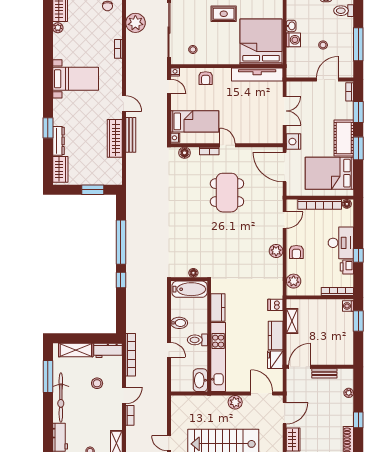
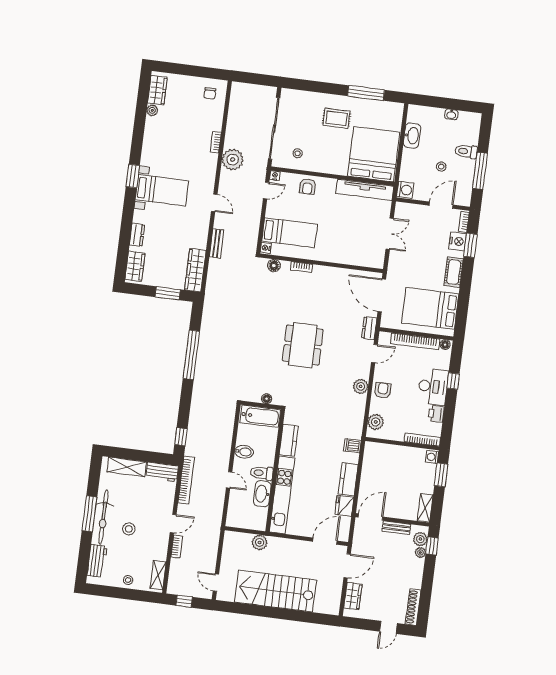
toilet: (344, 11) -> (466, 151), moved
plant: (135, 23) -> (233, 160), moved
washbasin: (291, 26) -> (412, 136), width x1.91, depth x1.45
washing machine: (293, 40) -> (405, 190), moved
bed with nightstands: (76, 79) -> (162, 190), moved
door: (169, 87) -> (266, 191), hinge flipped
window: (48, 128) -> (133, 176), moved
bench: (131, 135) -> (217, 243), width x0.73
wardrobe: (115, 138) -> (195, 270), moved
cot: (344, 138) -> (454, 272), width x0.73, depth x0.75
dresser: (58, 141) -> (137, 235), width x0.70
nightstand: (294, 142) -> (458, 241), moved, turned 180
door: (227, 145) -> (322, 263), removed
window: (358, 148) -> (465, 285), removed
dining table: (227, 193) -> (303, 345), moved
dresser: (277, 198) -> (369, 328), added
armchair: (296, 252) -> (383, 390), turned 180
window: (358, 255) -> (453, 381), moved
window: (121, 280) -> (181, 437), moved
shelving: (292, 321) -> (425, 508), moved
window: (48, 376) -> (89, 514), moved
washbasin: (200, 380) -> (262, 494), moved
plant: (347, 381) -> (420, 539), added
stool: (97, 383) -> (129, 529), moved
door: (262, 394) -> (325, 541), hinge flipped
plant: (235, 402) -> (260, 542), moved
window: (358, 420) -> (432, 546), moved

